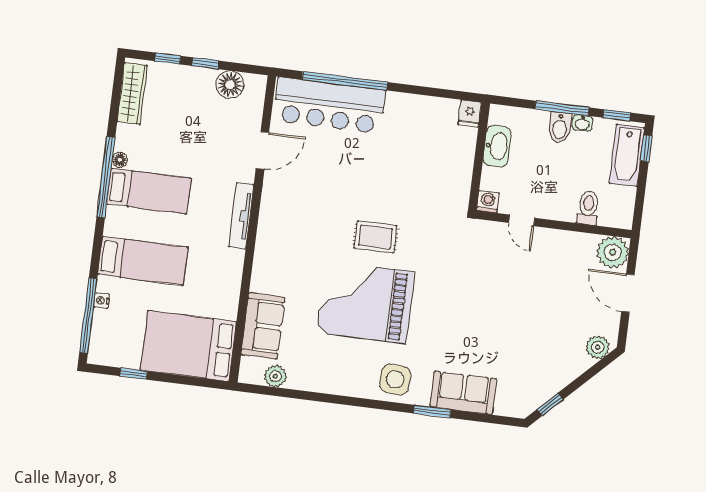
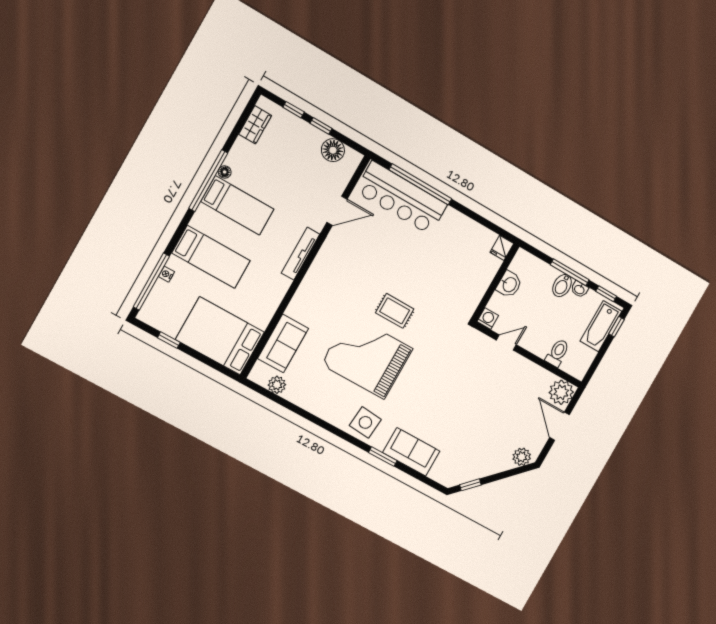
wardrobe: (132, 93) -> (255, 125), width x0.67
washbasin: (497, 146) -> (509, 284), width x0.72
door: (522, 220) -> (506, 342), swing flipped

